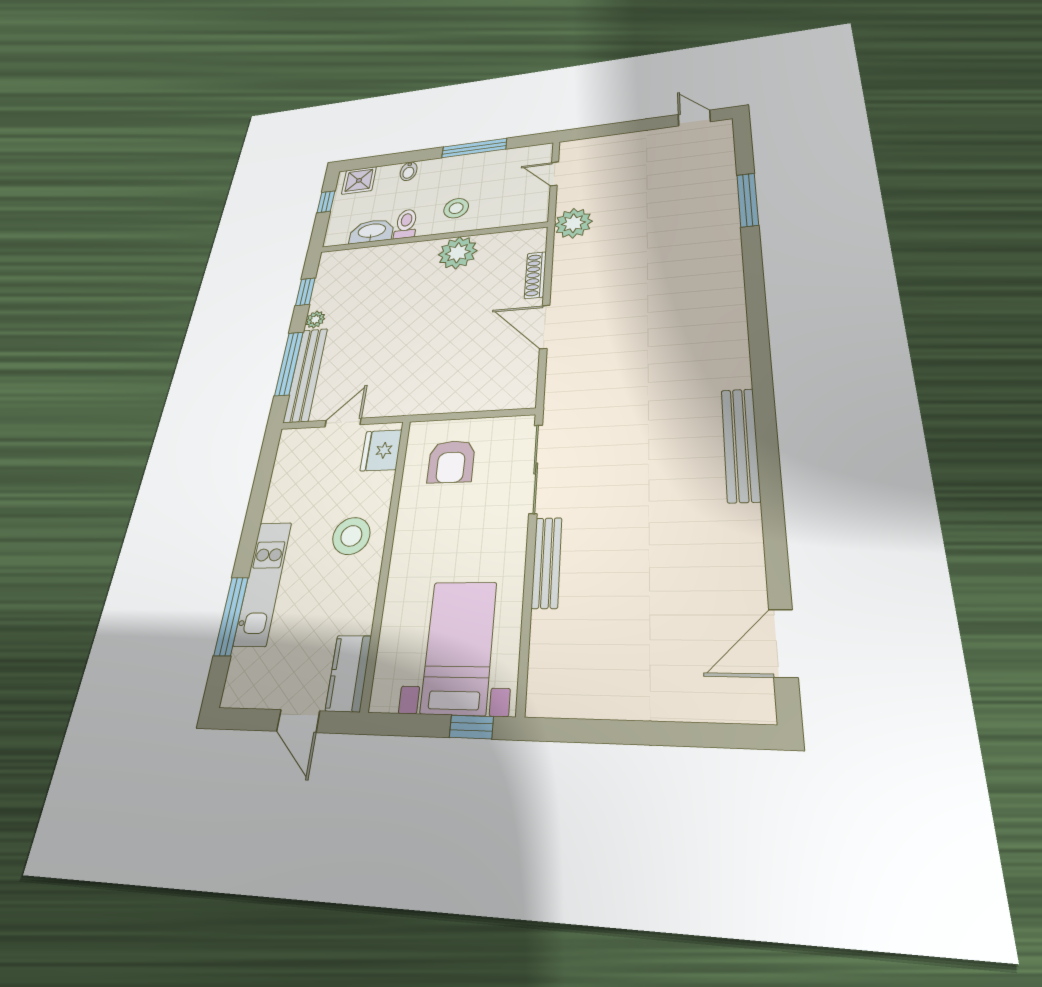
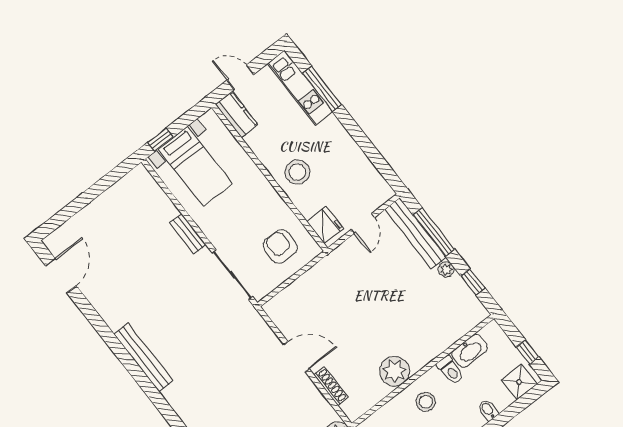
bench: (547, 562) -> (188, 234), width x0.73
kitchen unit: (263, 583) -> (300, 88), moved

